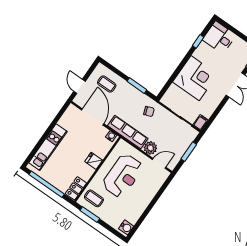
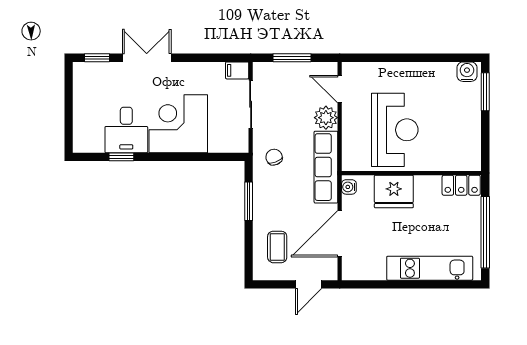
desk: (219, 37) -> (126, 130), moved
fridge: (94, 161) -> (394, 192), width x1.88, depth x1.34
reception desk: (123, 176) -> (395, 130), turned 90
coffee table: (94, 198) -> (458, 149), removed
window: (90, 214) -> (485, 92), moved

